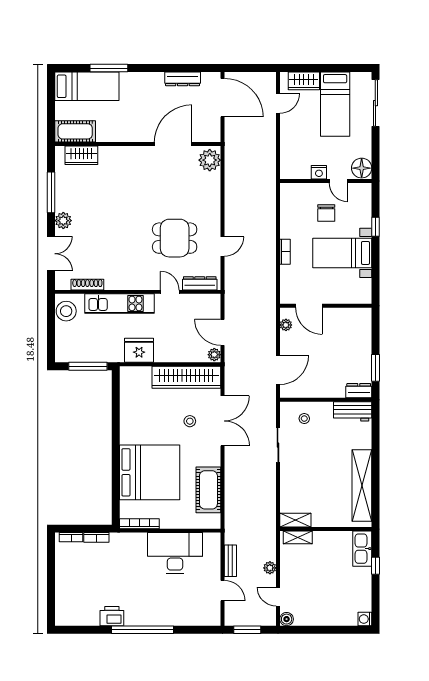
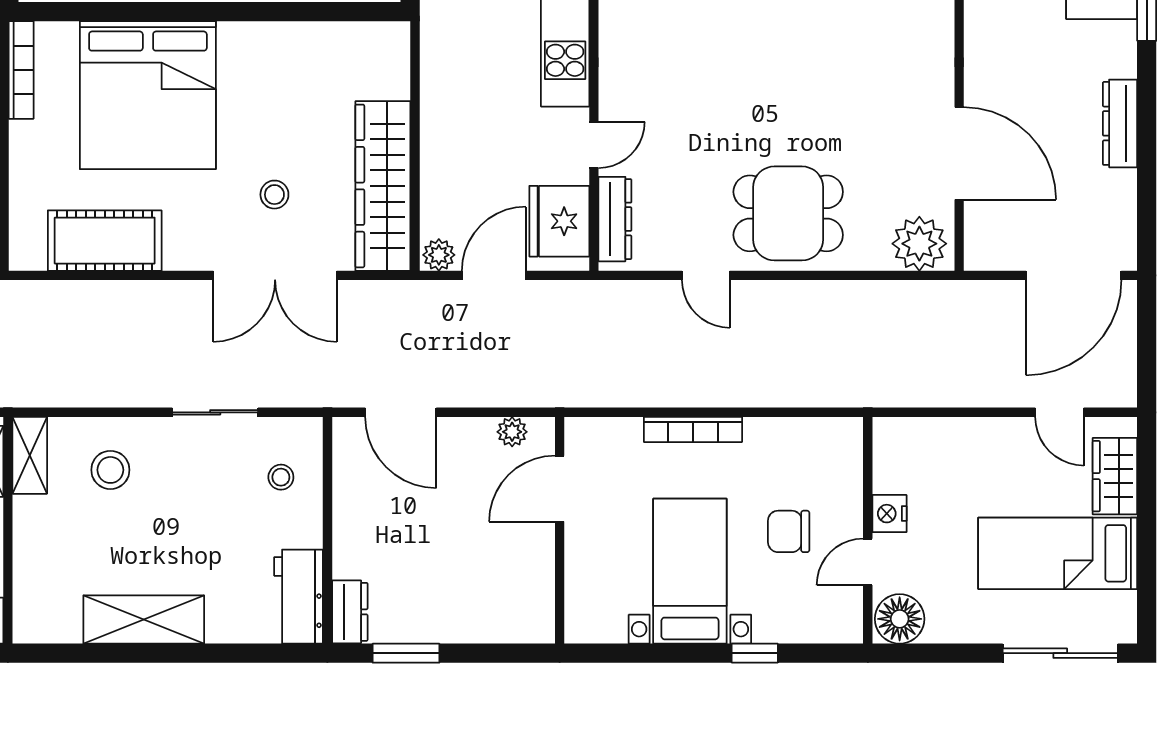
dresser: (183, 79) -> (1120, 123), moved
dining table: (175, 238) -> (788, 213), moved, turned 90
bookcase: (285, 252) -> (693, 429), width x1.56
fridge: (139, 350) -> (559, 221), moved, turned 180
shelving: (362, 485) -> (144, 619), width x0.68
stool: (301, 488) -> (110, 470), added

